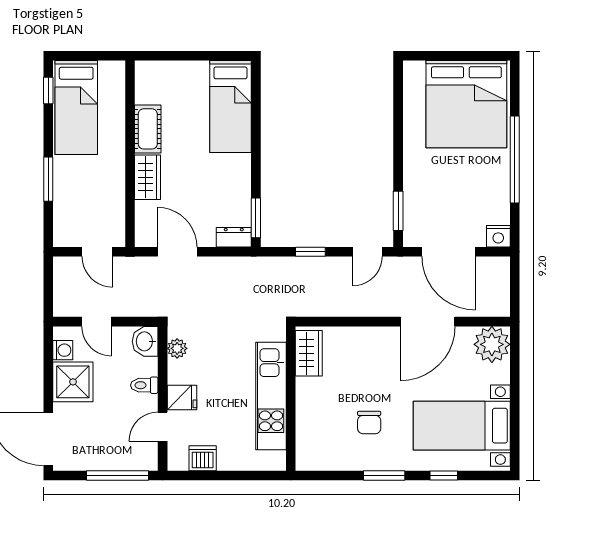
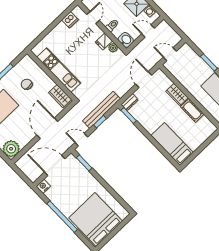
door: (177, 252) -> (144, 80), swing flipped
door: (367, 252) -> (81, 140), hinge flipped
bench: (290, 268) -> (102, 110), added
door: (428, 322) -> (47, 128), moved
wardrobe: (309, 353) -> (60, 96), moved
kitchen unit: (271, 396) -> (59, 70), moved
fridge: (182, 398) -> (104, 41), moved
wall: (291, 399) -> (51, 75), moved

